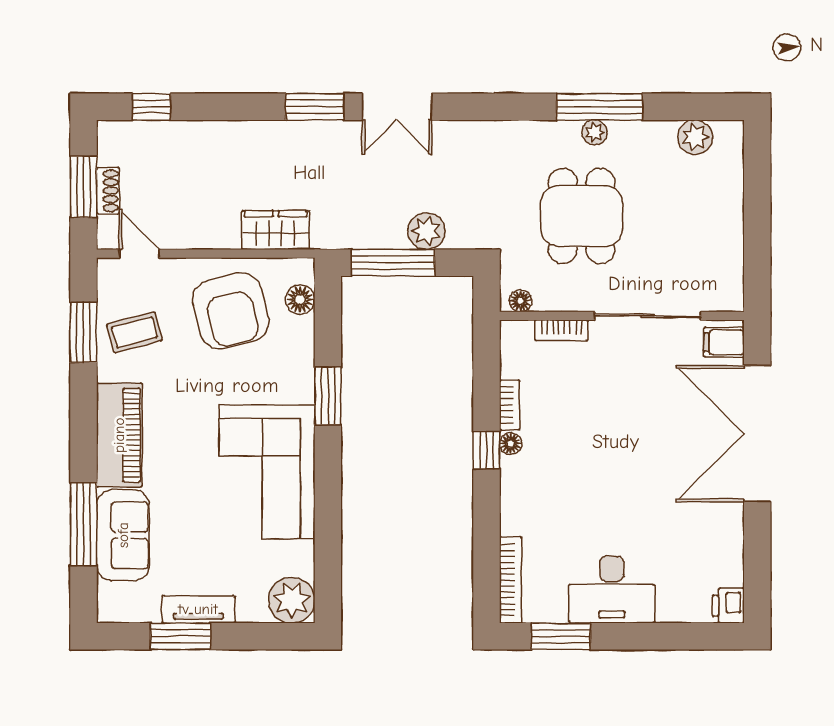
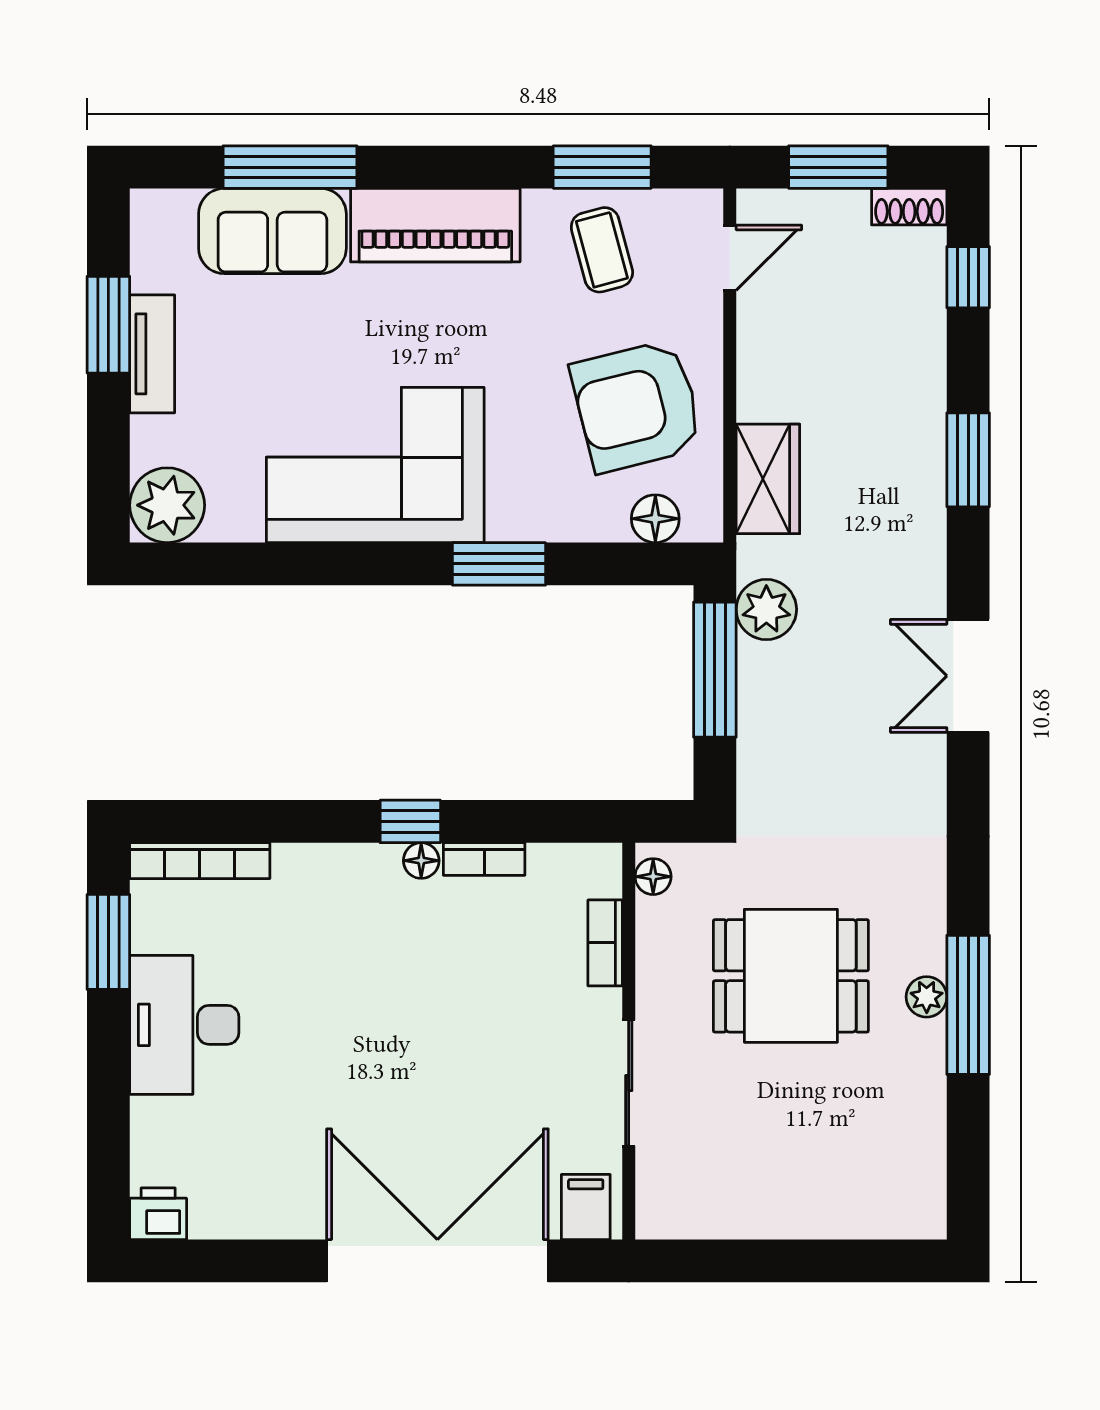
window: (315, 107) -> (968, 460), moved
plant: (695, 137) -> (919, 1160), removed
shoe rack: (108, 191) -> (909, 207), moved
plant: (426, 231) -> (766, 609), moved
sliding door: (648, 316) -> (629, 1083), width x0.73

